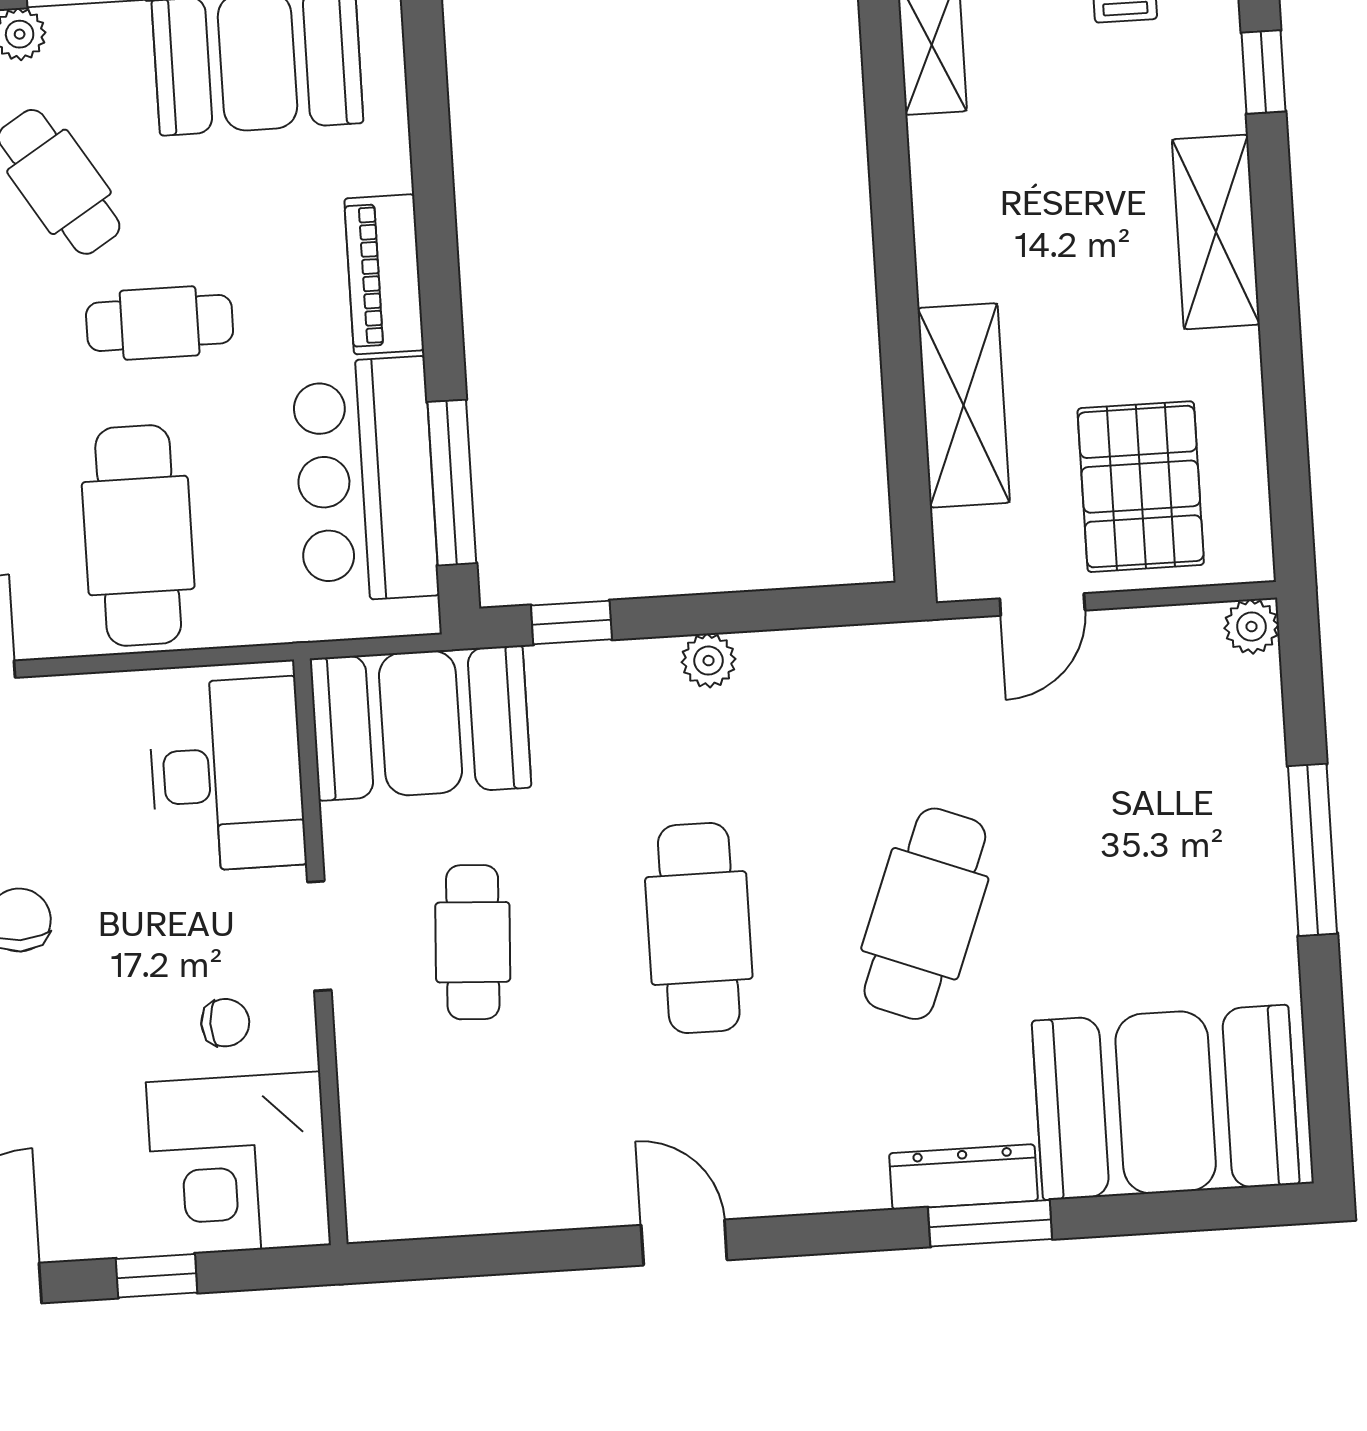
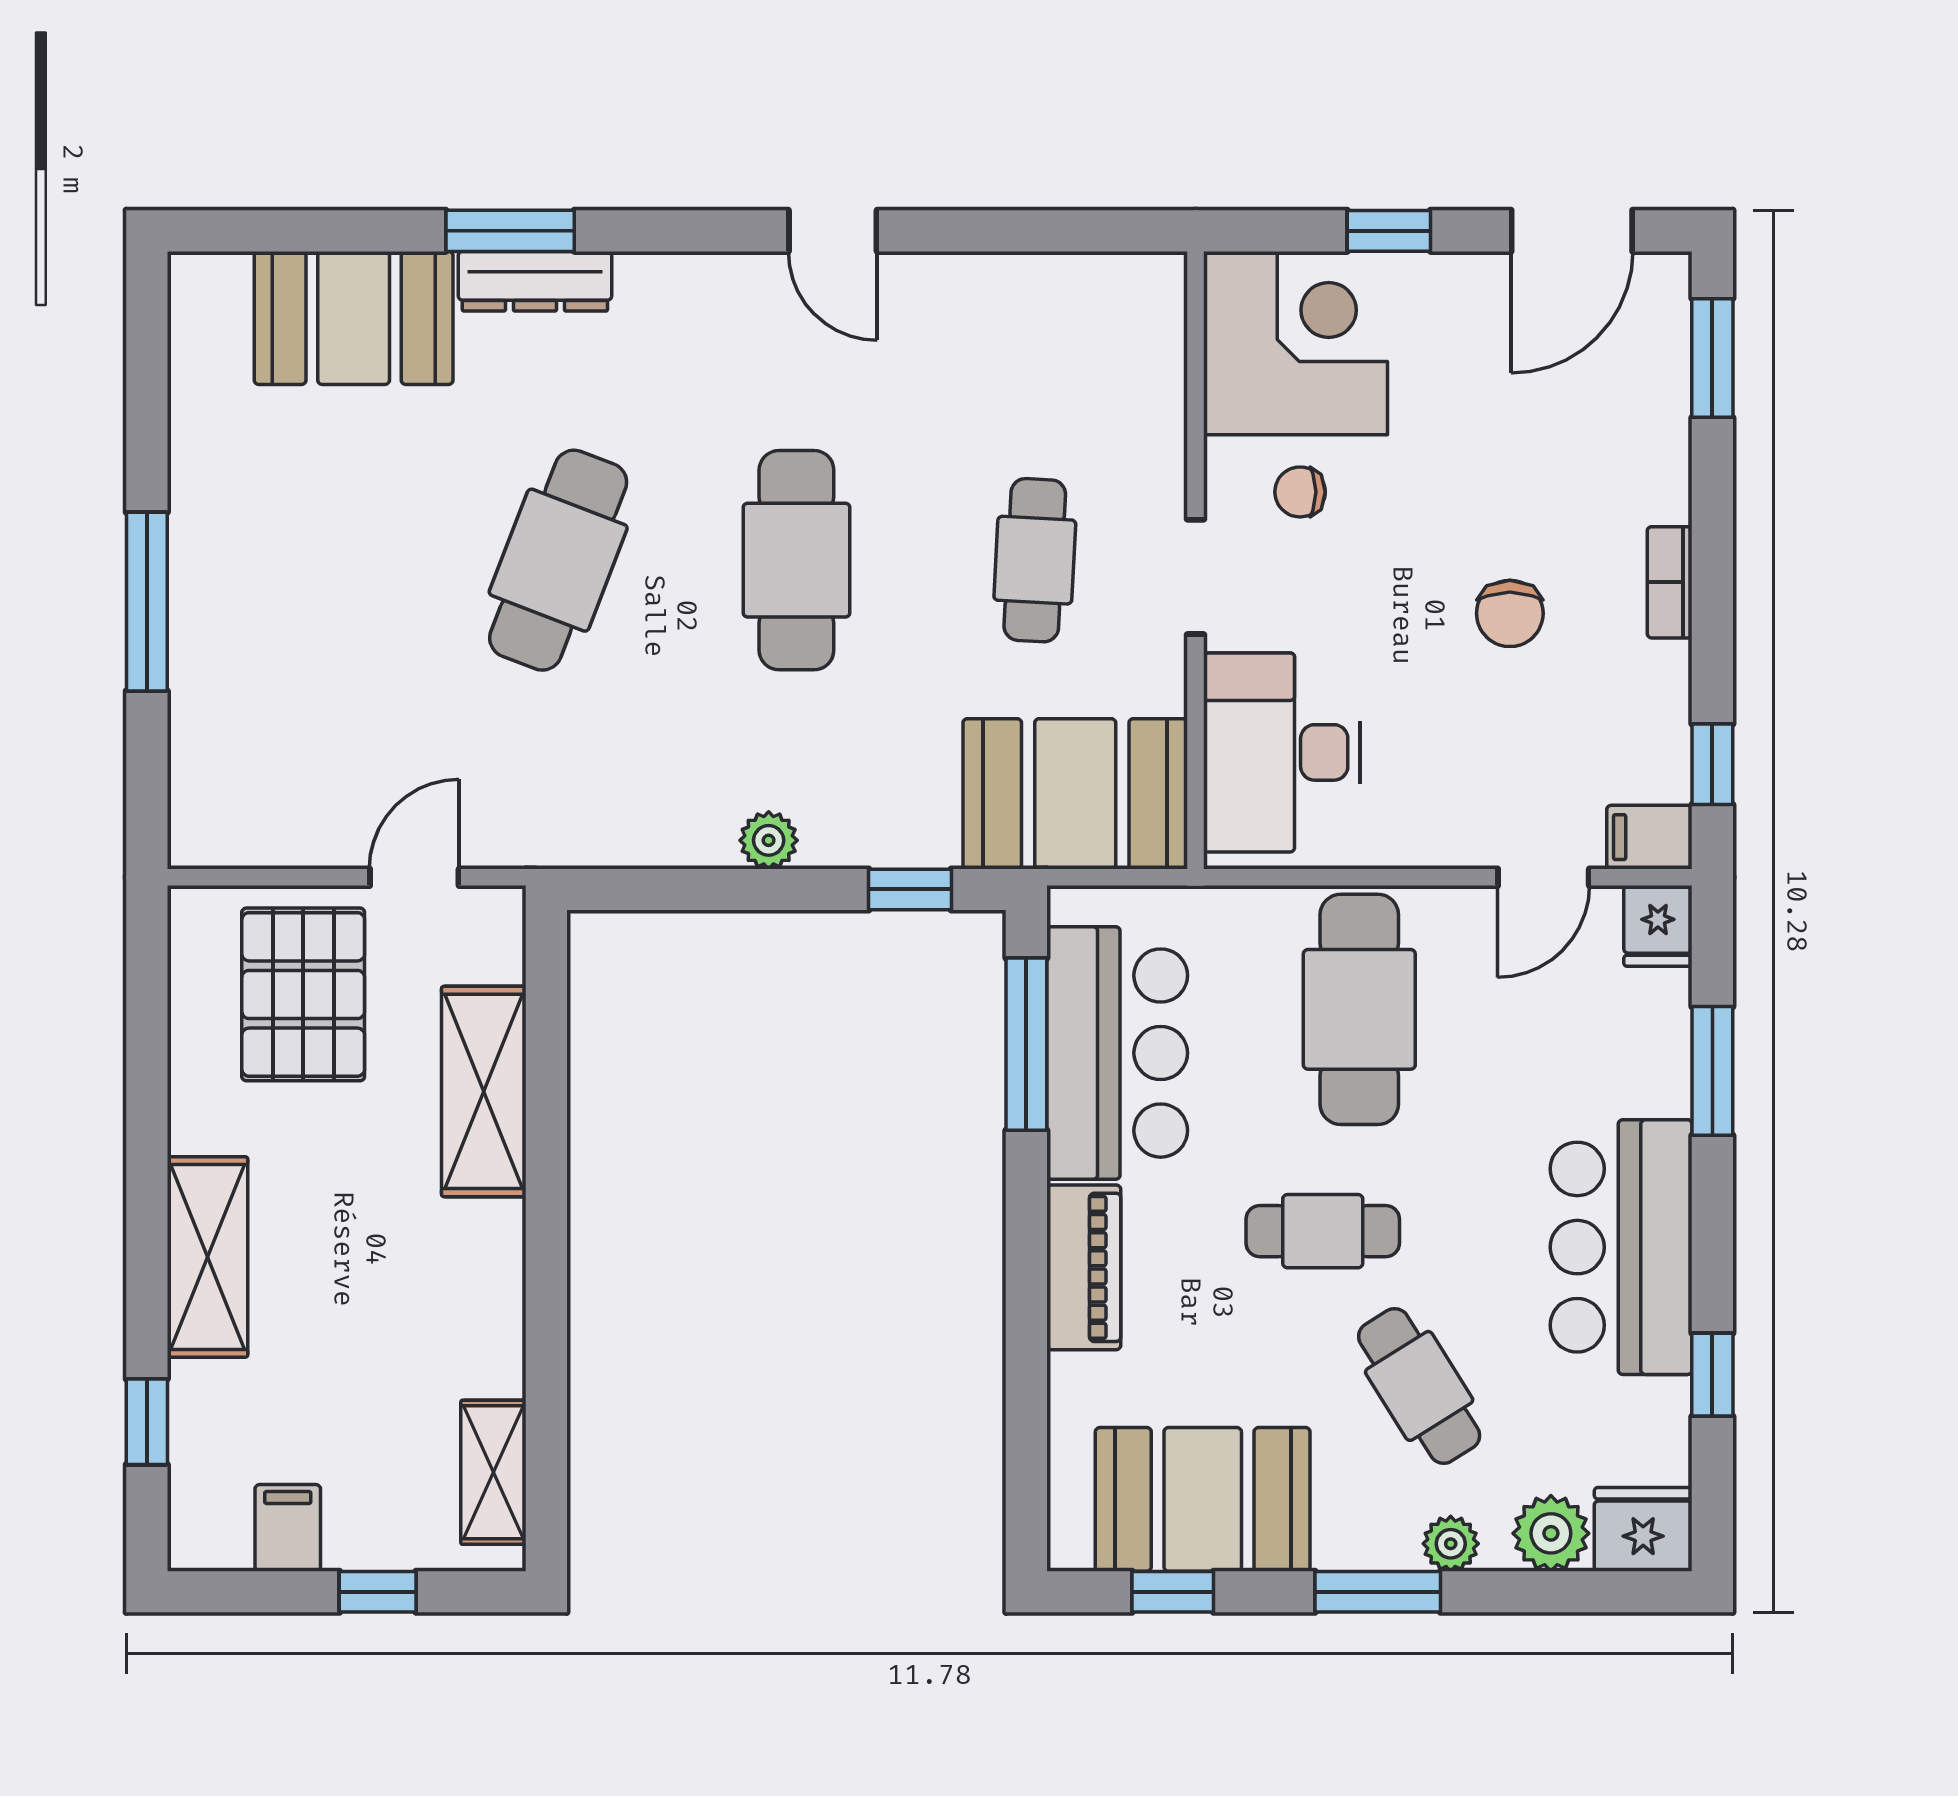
plant: (1252, 627) -> (196, 840), removed
booth: (1166, 1102) -> (354, 318), width x0.73, depth x0.70

